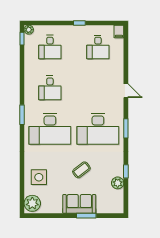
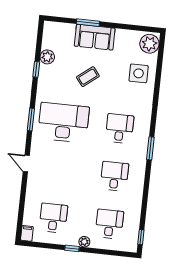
plant: (29, 30) -> (84, 242), moved
desk: (50, 129) -> (120, 129), width x0.53, depth x0.77

